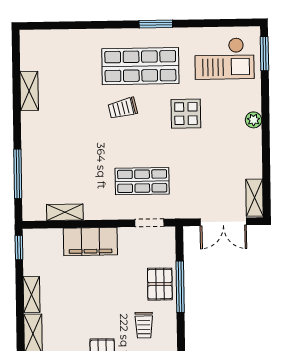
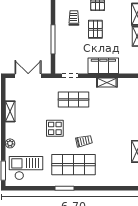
display table: (186, 114) -> (55, 128), moved
plant: (254, 120) -> (10, 143), moved
shelving: (254, 198) -> (10, 111), moved
shelving: (65, 212) -> (107, 83), moved
pallet: (160, 284) -> (95, 29), moved

